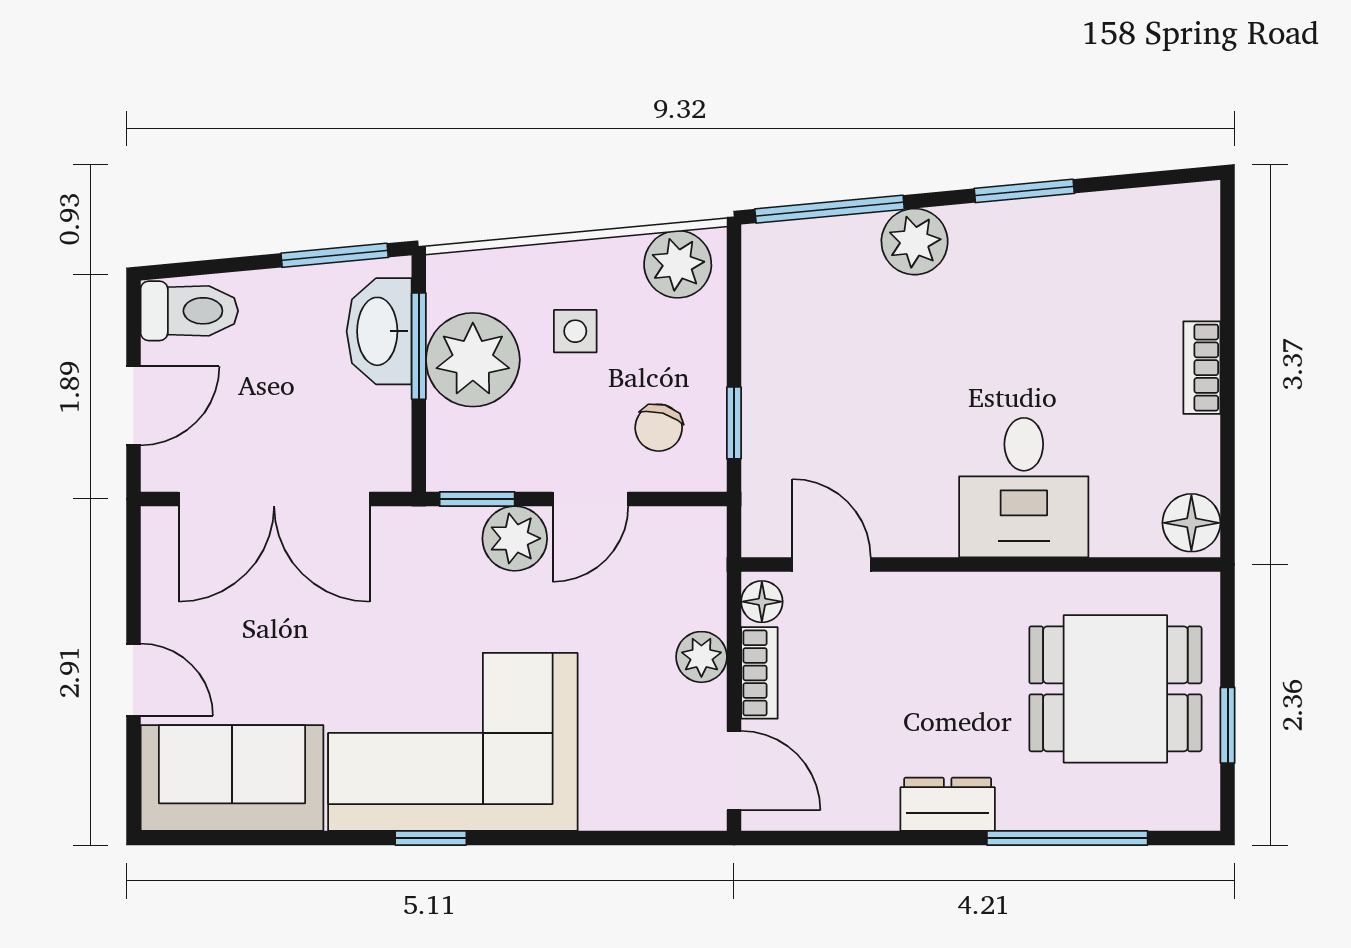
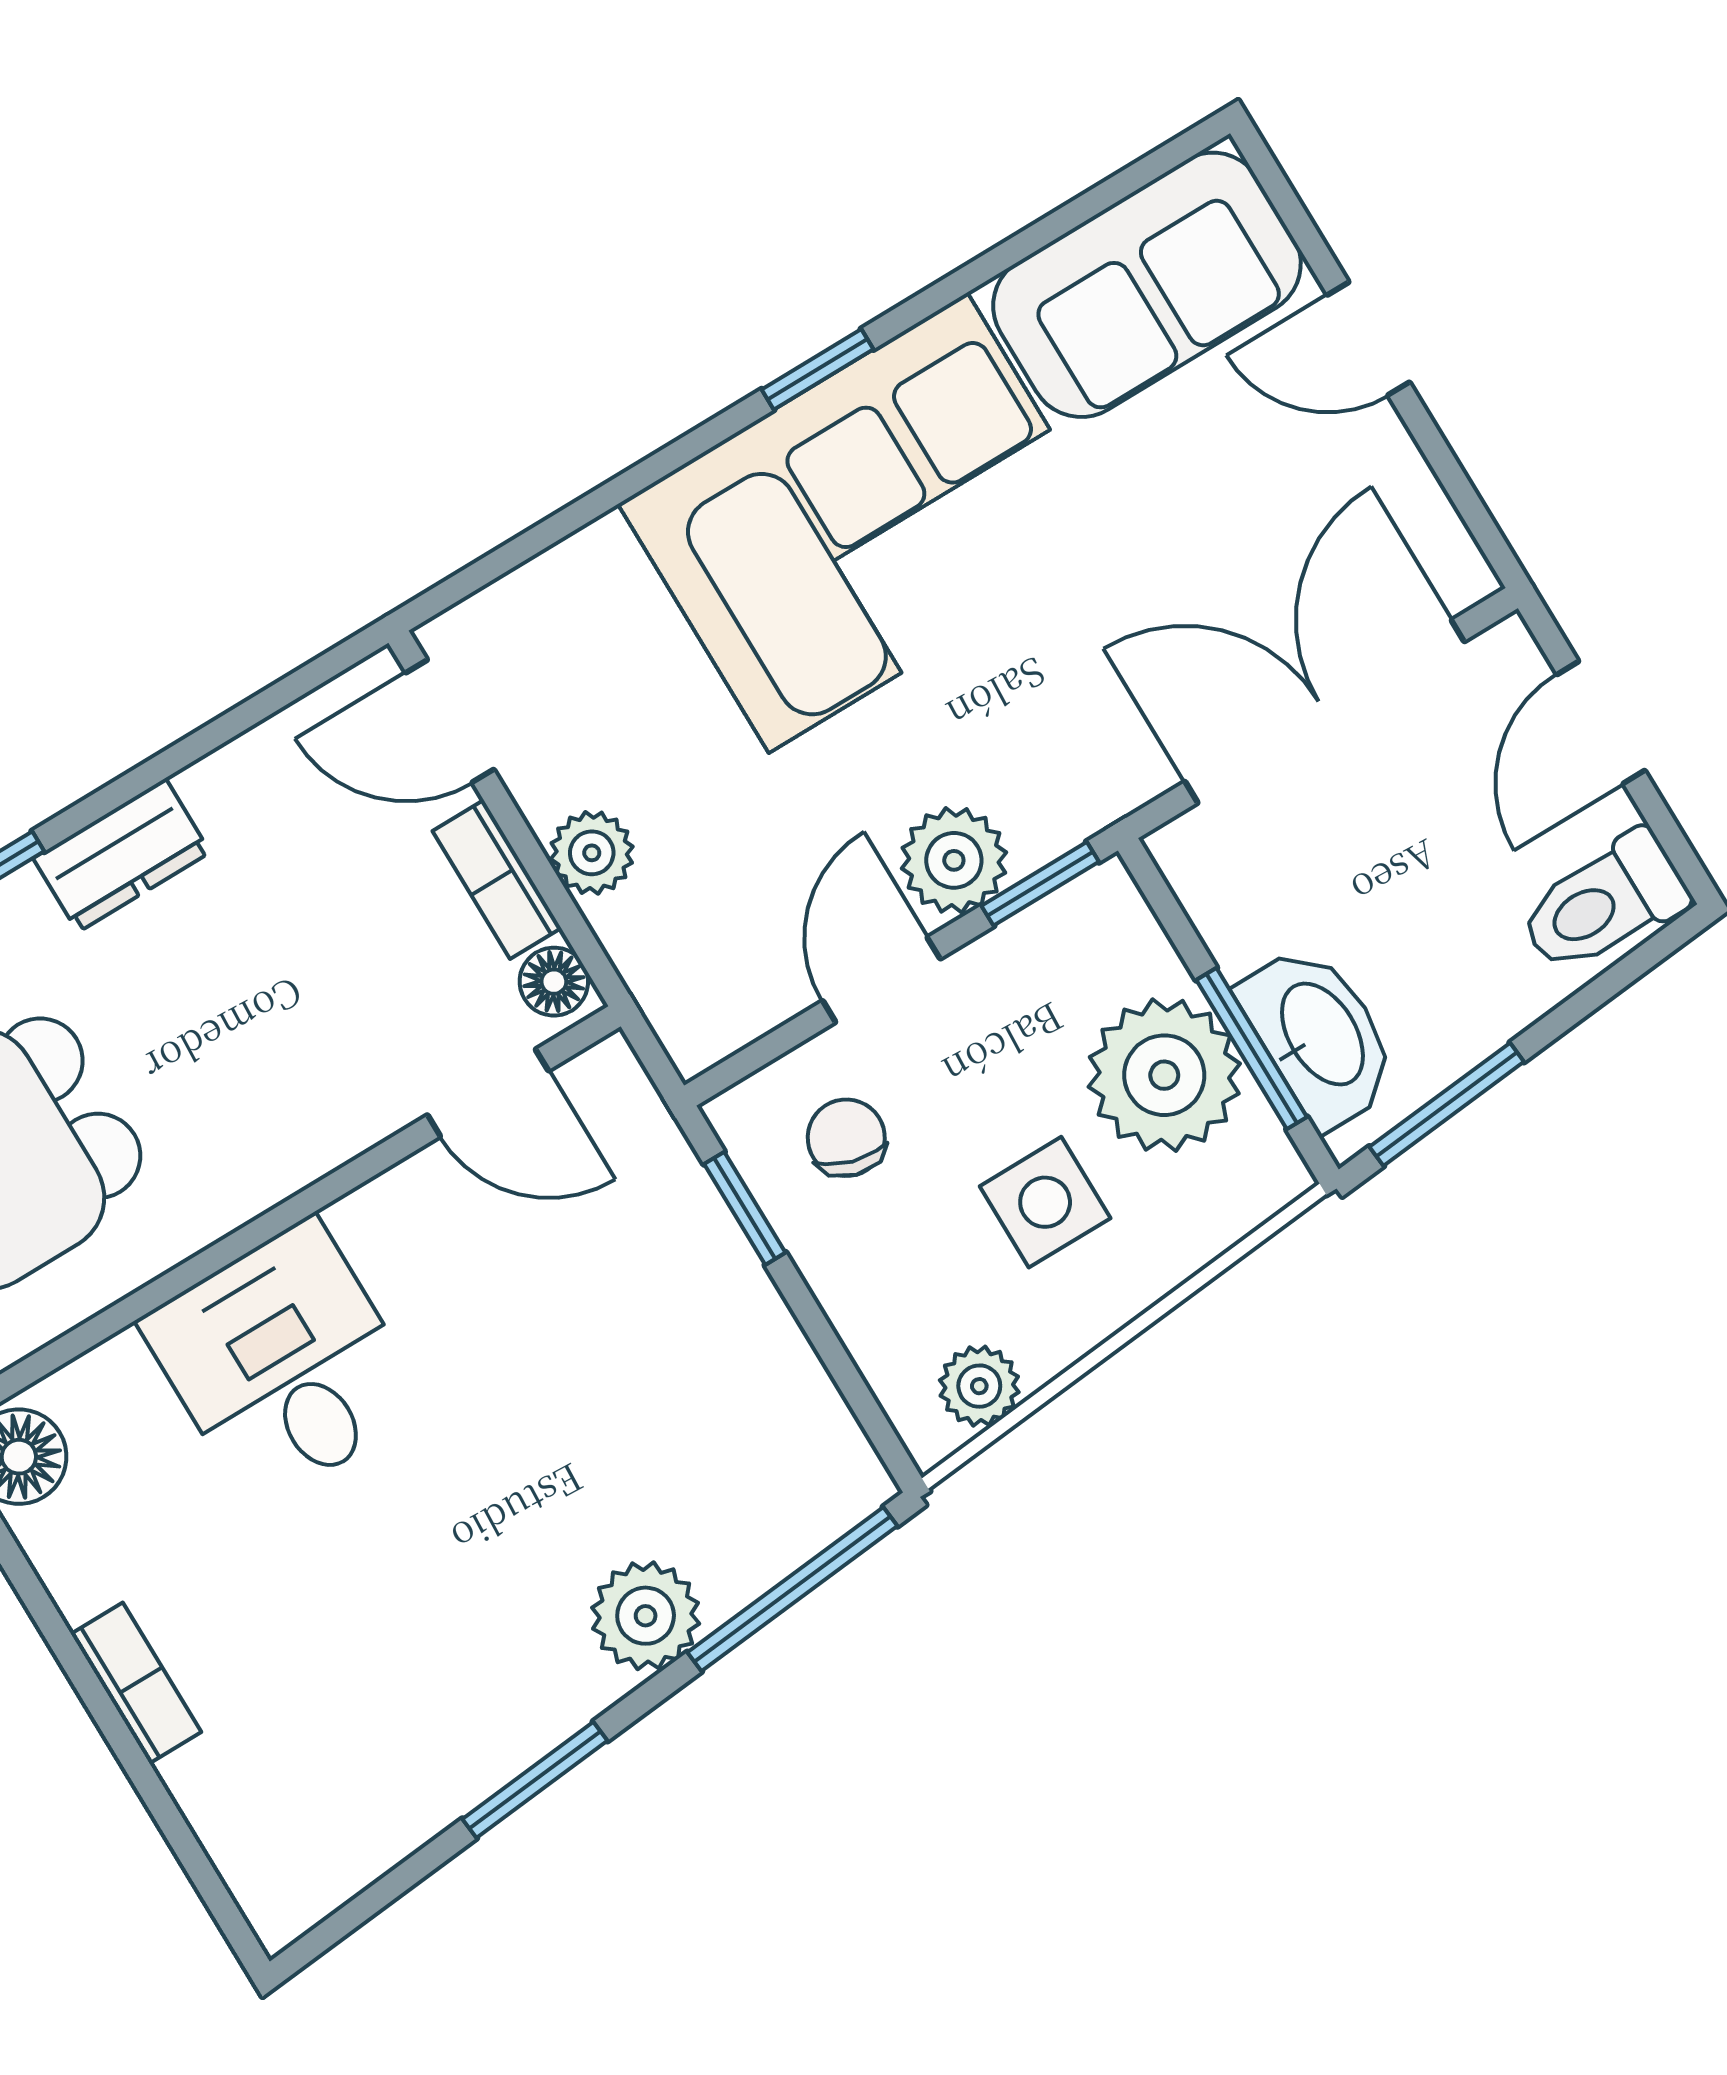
plant: (678, 264) -> (979, 1386), width x0.73, depth x0.73
side table: (575, 331) -> (1045, 1202), width x1.37, depth x1.37

